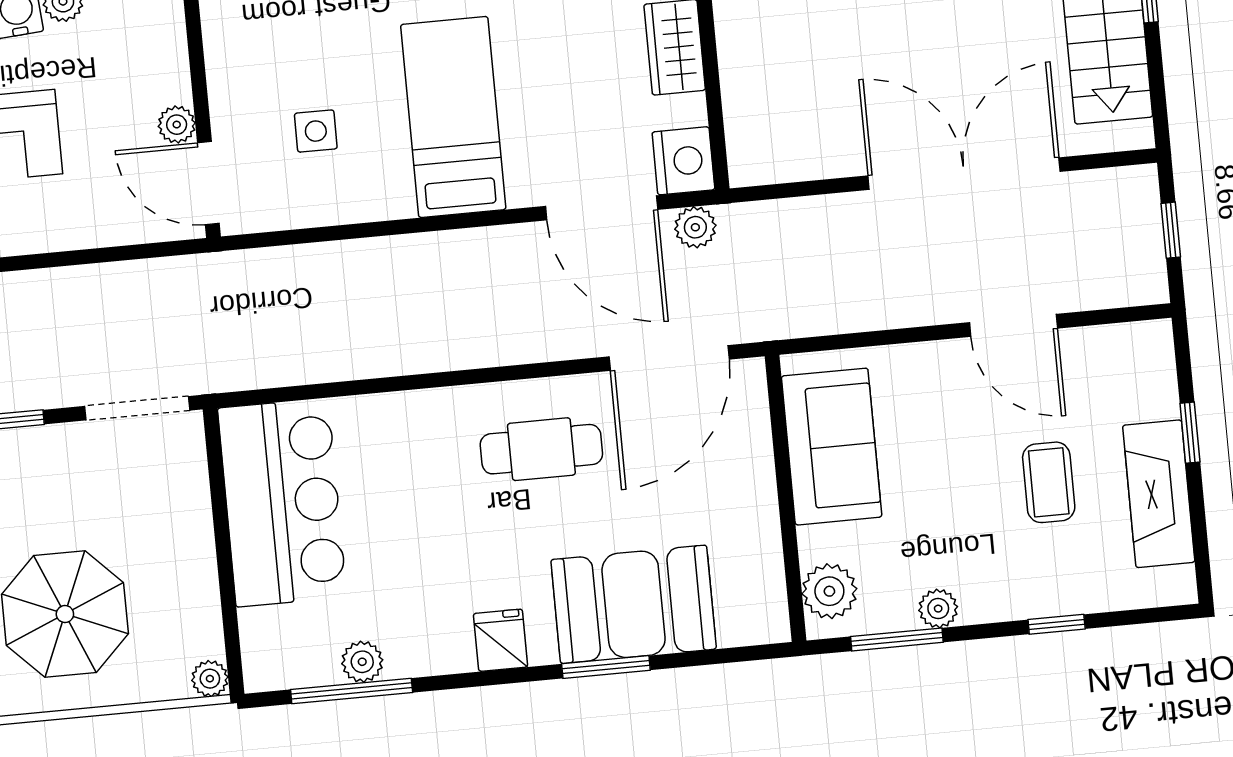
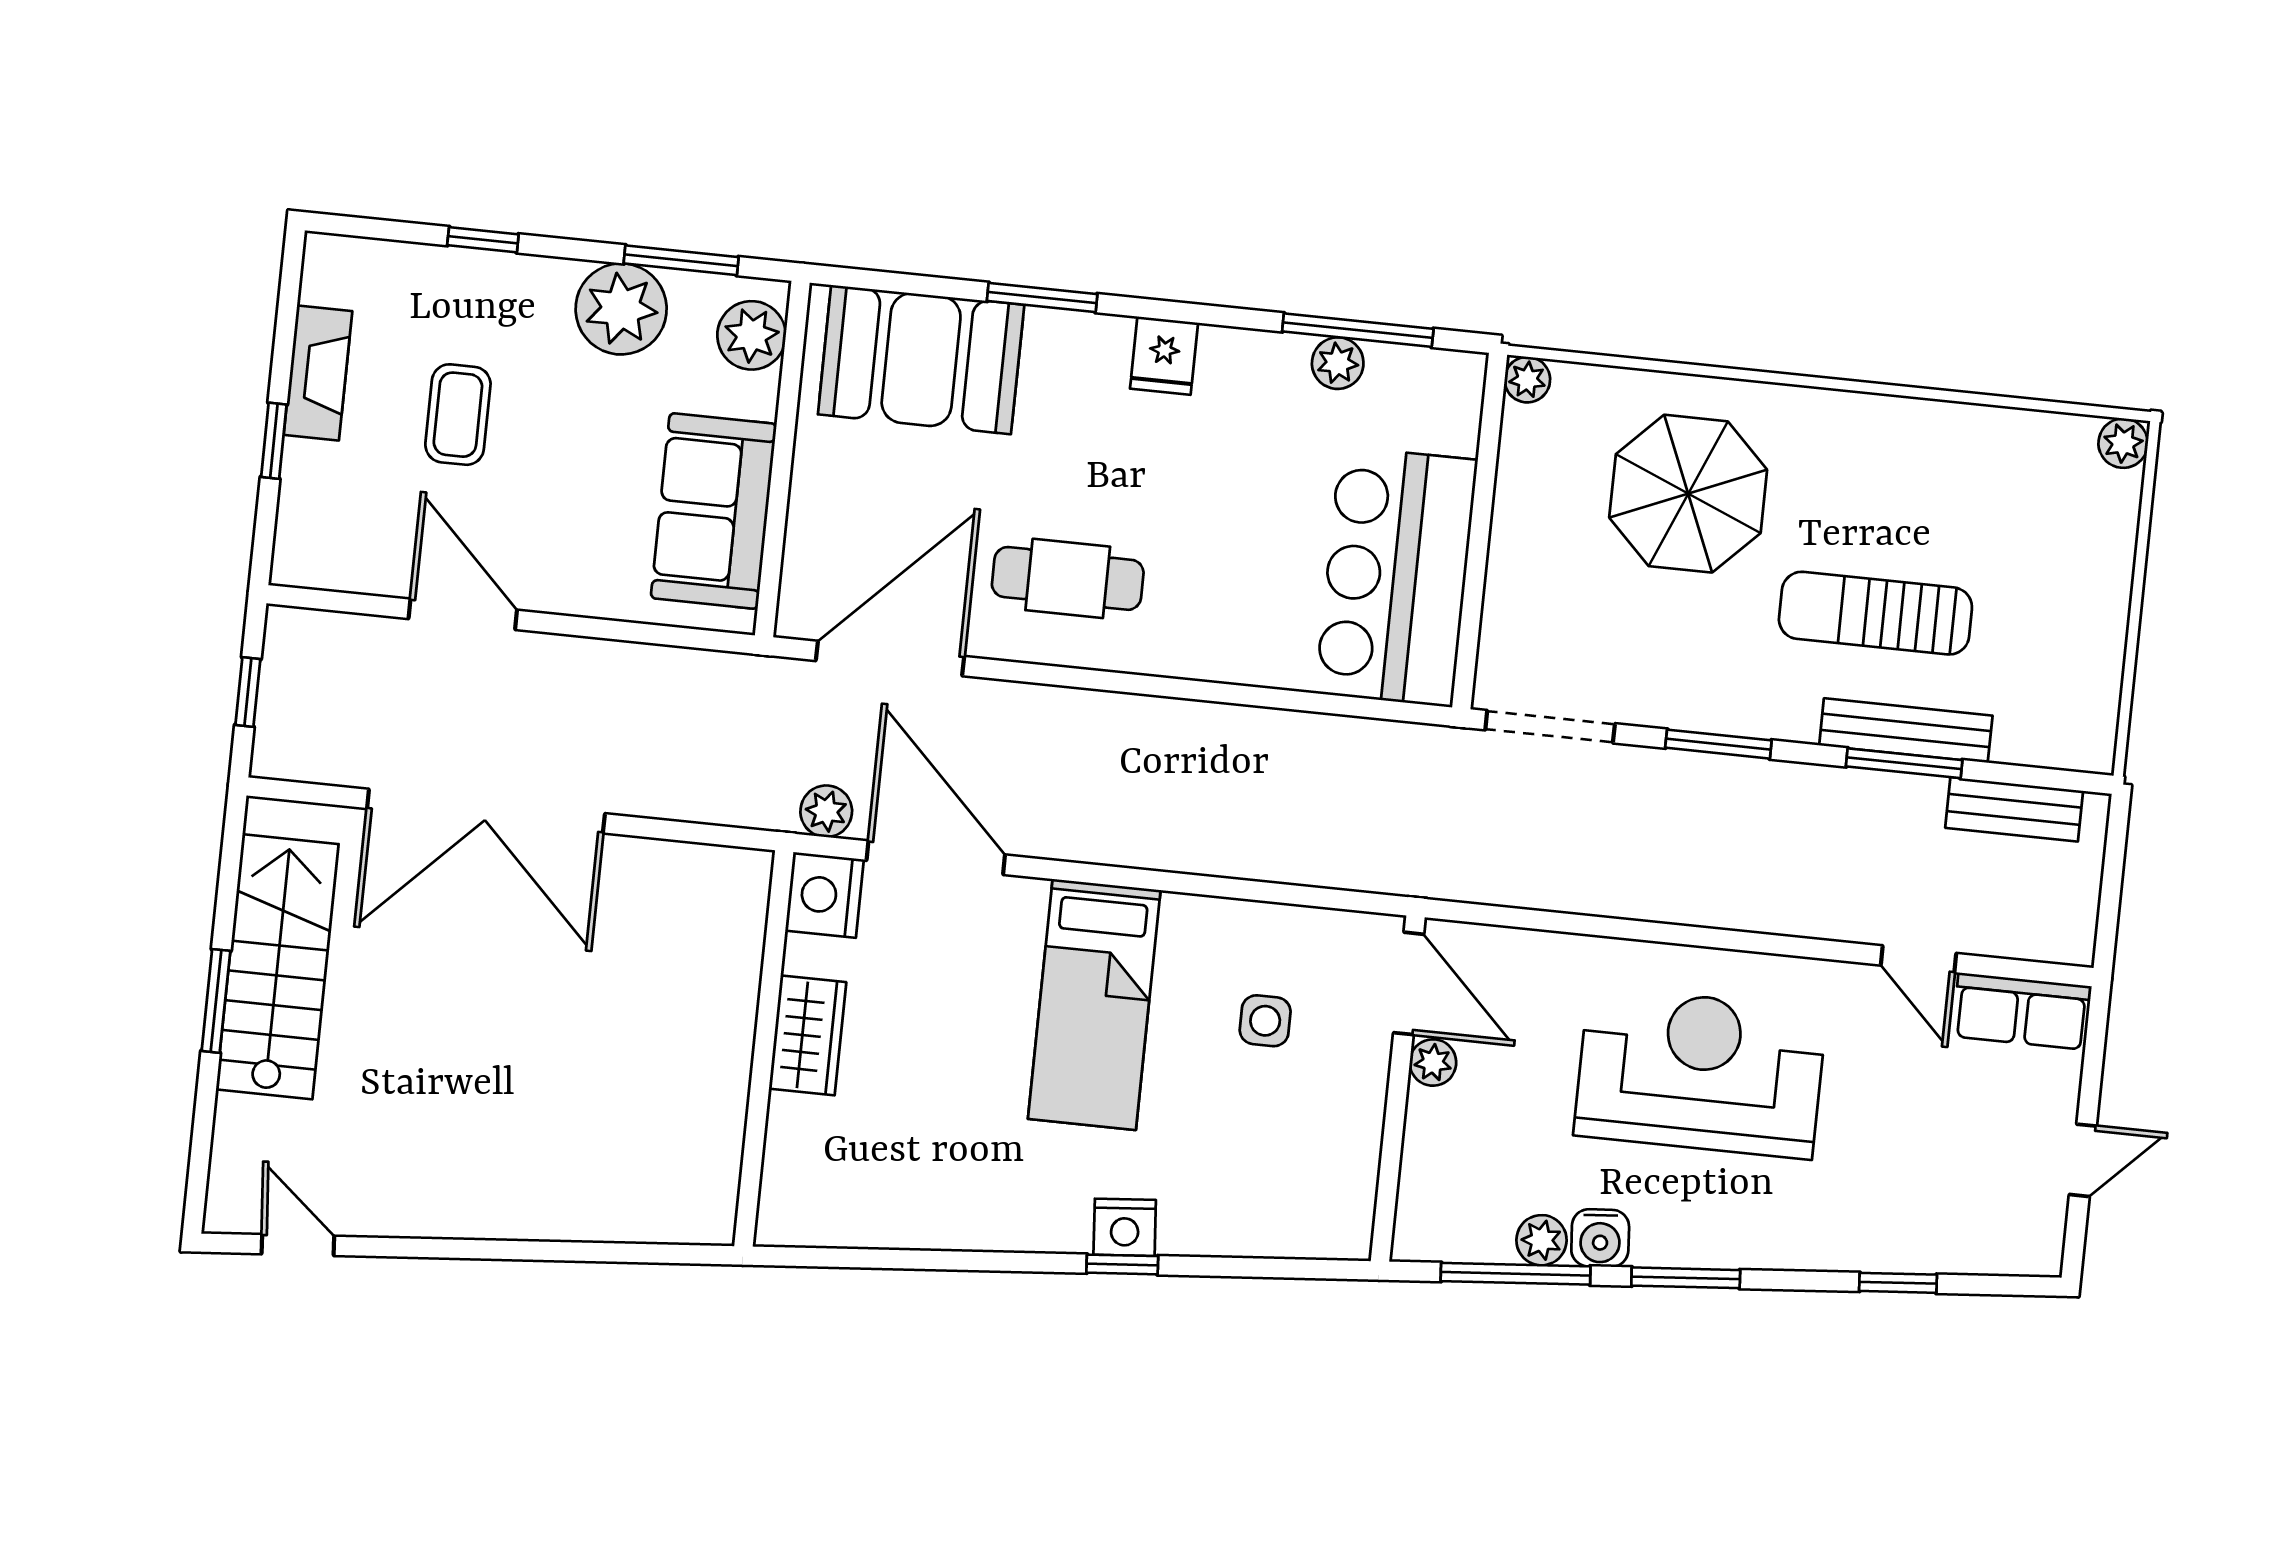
fireplace: (1159, 494) -> (318, 373), width x0.73, depth x0.76
booth: (634, 604) -> (921, 360), moved
plant: (938, 609) -> (621, 309), width x1.87, depth x1.87

